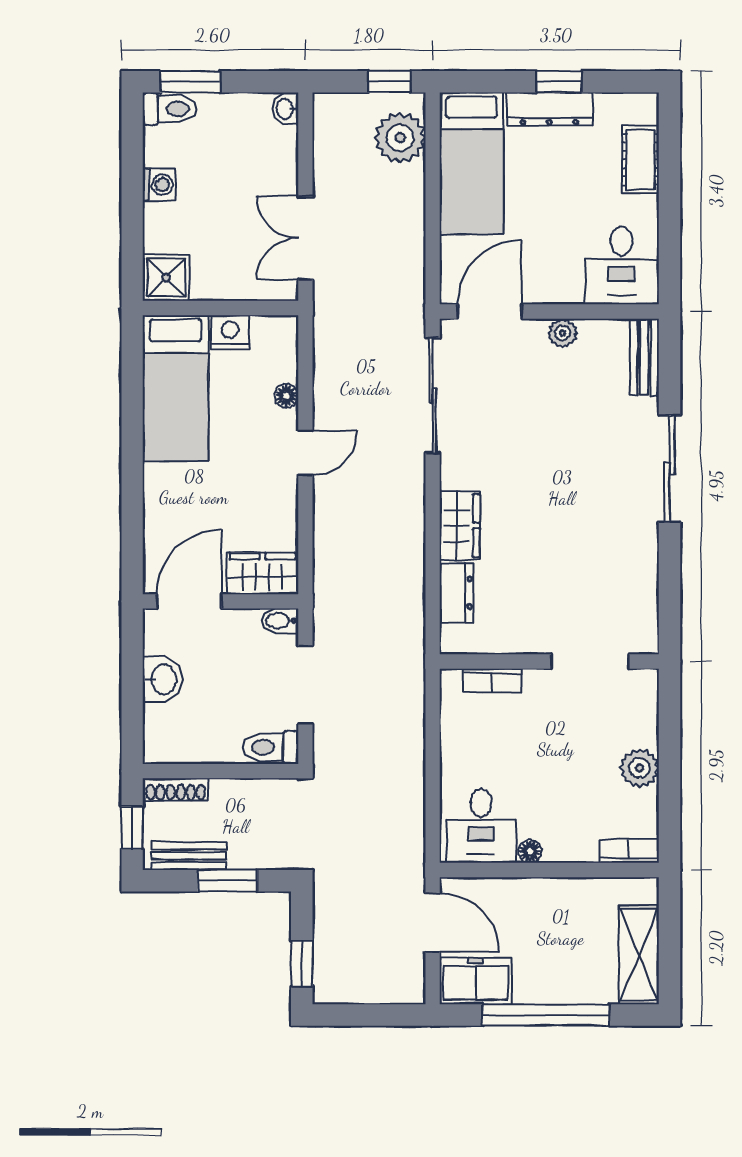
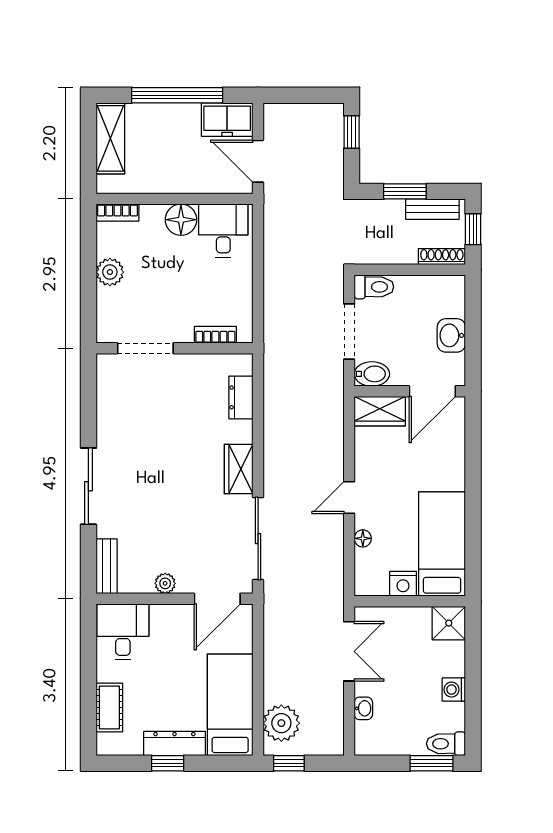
washbasin: (285, 109) -> (363, 708), moved
wardrobe: (460, 526) -> (239, 469), moved
bidet: (280, 621) -> (372, 374), width x1.38, depth x1.36
floor lamp: (530, 851) -> (181, 220), width x1.89, depth x1.89

